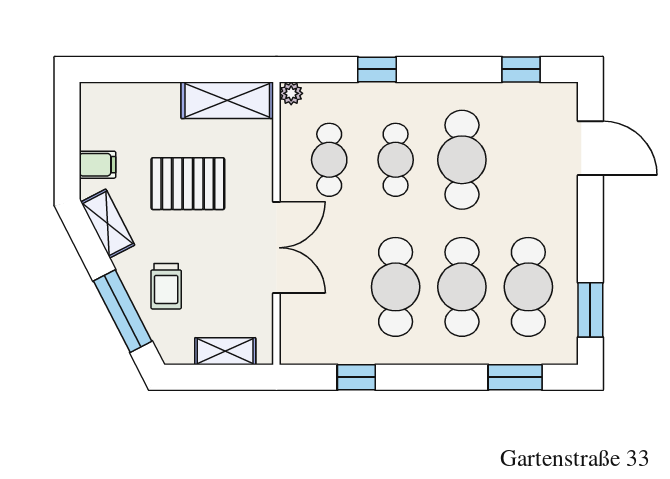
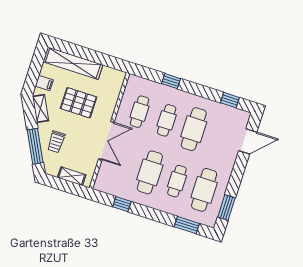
plant: (291, 93) -> (133, 79), removed
shelving: (227, 100) -> (73, 63), moved, width x1.47
door: (590, 148) -> (248, 141), hinge flipped
cafe table: (462, 287) -> (177, 181), width x0.73, depth x0.74

